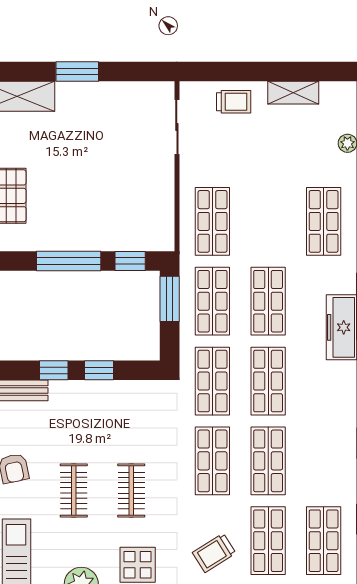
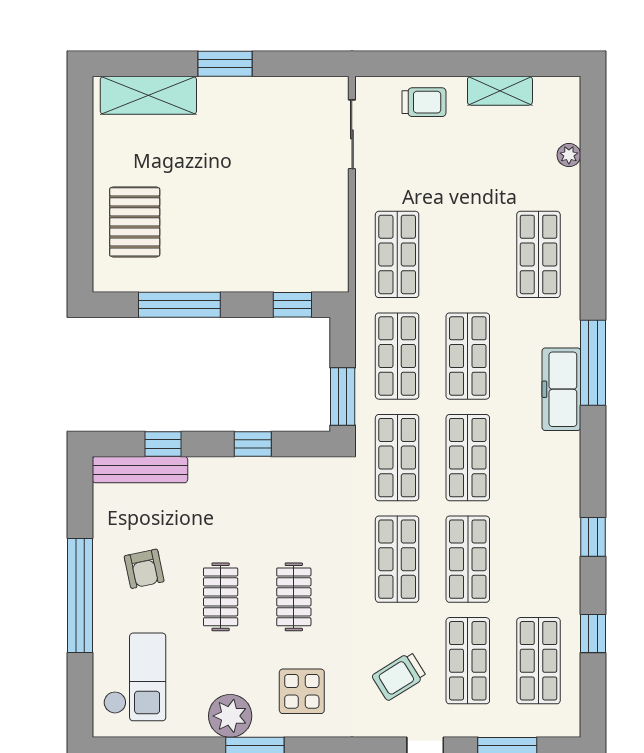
window: (69, 261) -> (179, 305), moved
window: (170, 299) -> (343, 396), moved
window: (54, 370) -> (163, 444), moved

